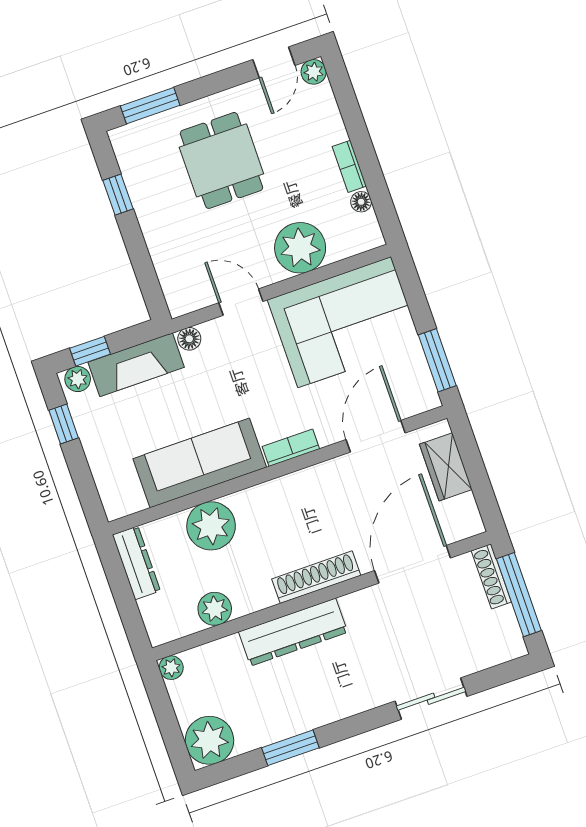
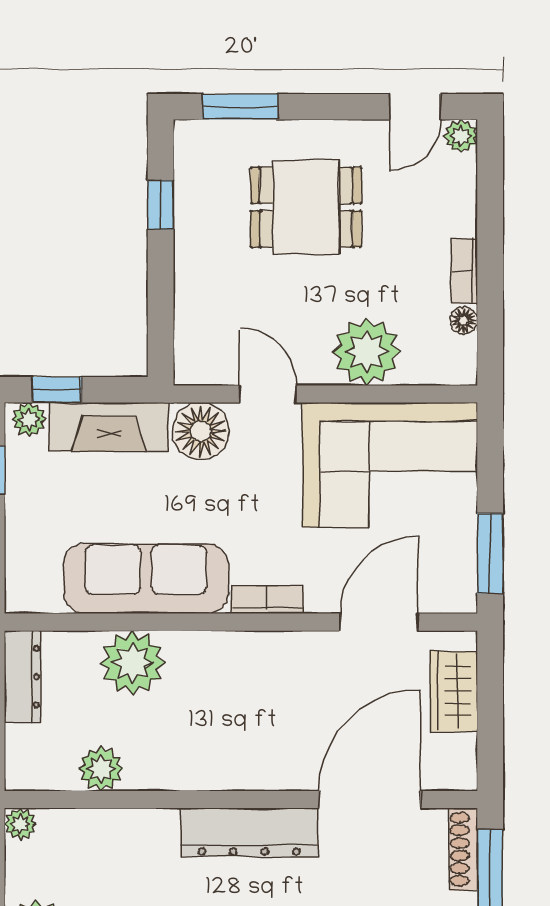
dining table: (221, 160) -> (306, 207), turned 90
floor lamp: (189, 339) -> (201, 431), width x1.89, depth x1.89
shoe rack: (316, 577) -> (243, 773), removed
dresser: (293, 632) -> (249, 832), moved

